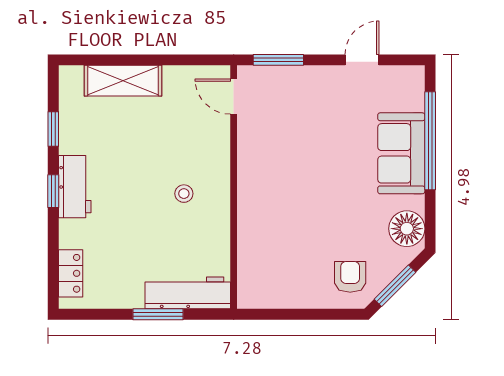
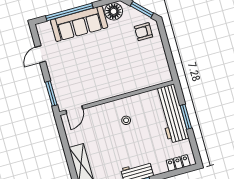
door: (362, 60) -> (40, 54), hinge flipped
sofa: (401, 153) -> (79, 24), width x1.36
workbench: (188, 293) -> (172, 114), width x1.36, depth x1.32

